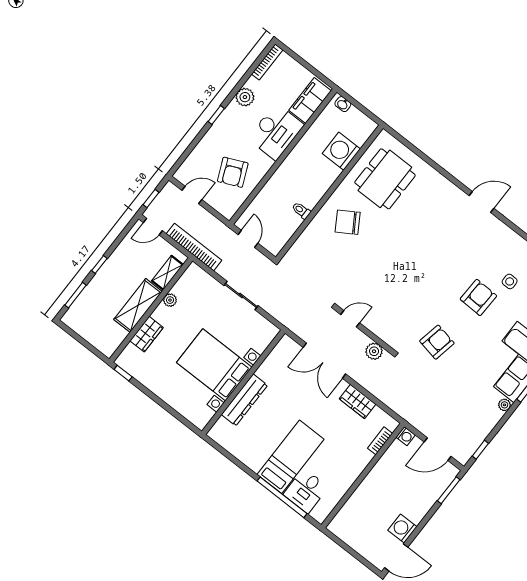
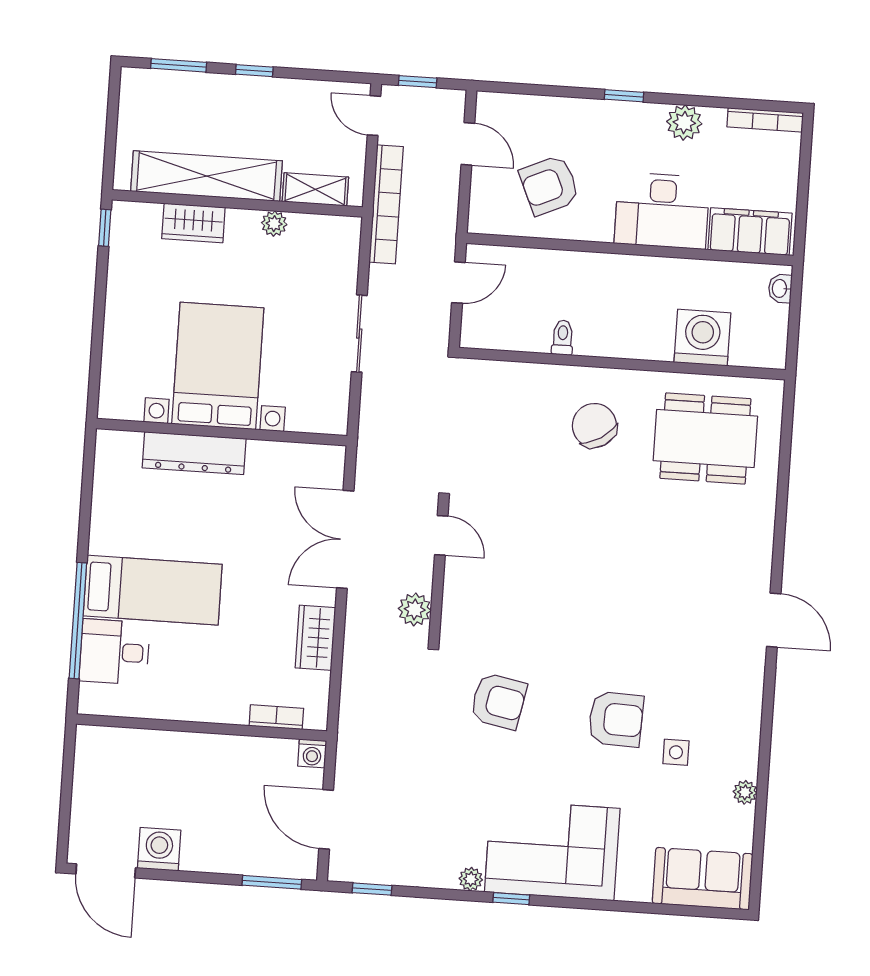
shelving: (138, 305) -> (207, 176), width x1.47

